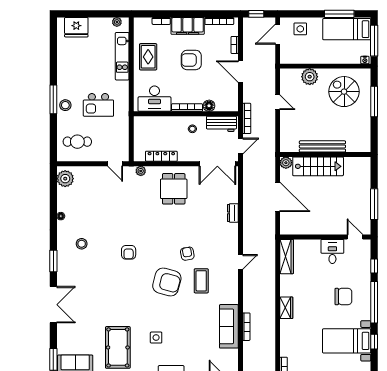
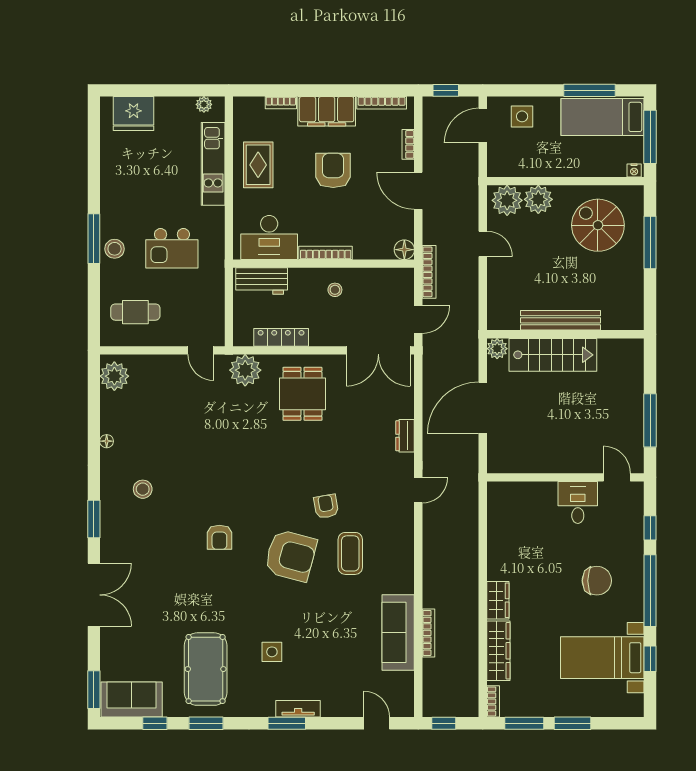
armchair: (191, 60) -> (333, 170), turned 90
plant: (292, 77) -> (507, 200), added
floor lamp: (209, 106) -> (404, 250), moved
workbench: (221, 124) -> (262, 281), moved
plant: (141, 171) -> (245, 370), width x1.88, depth x1.88
door: (278, 197) -> (483, 408), swing flipped
armchair: (129, 252) -> (219, 537), moved
wardrobe: (287, 257) -> (498, 651), moved
door: (240, 262) -> (418, 490), moved

